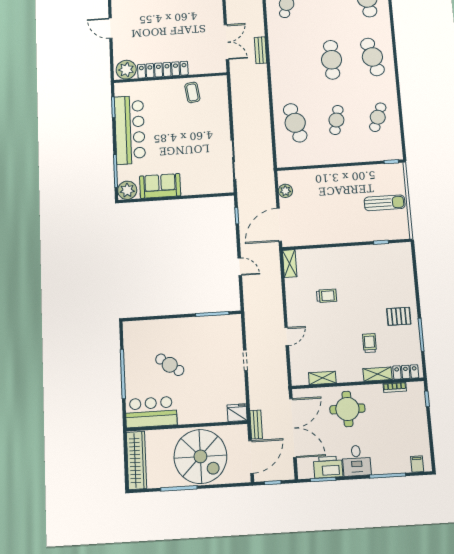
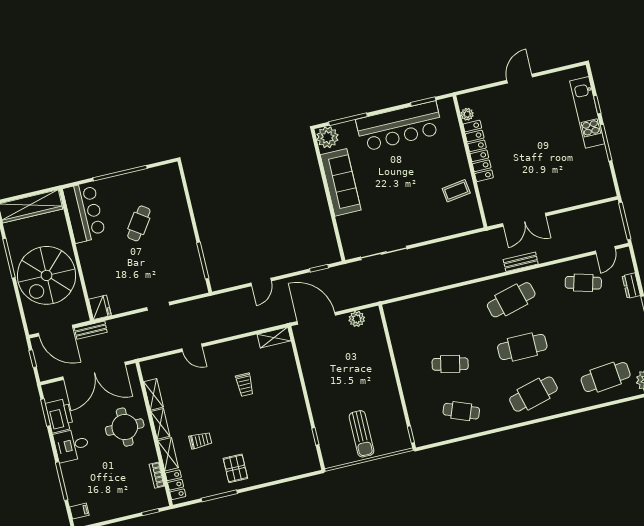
plant: (126, 70) -> (467, 114), width x0.53, depth x0.53
cafe table: (295, 123) -> (511, 300), moved
sofa: (160, 186) -> (341, 182), width x1.36
shelving: (350, 376) -> (160, 424), added

